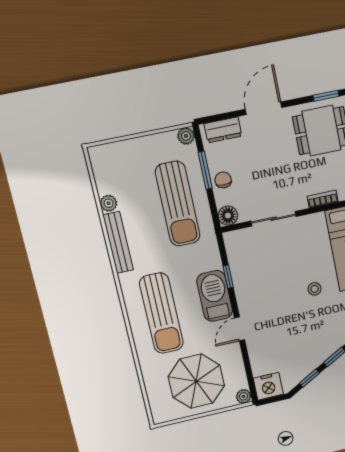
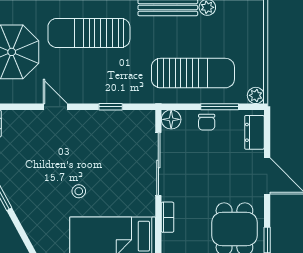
chair: (223, 180) -> (207, 122), turned 90
sun lounger: (178, 204) -> (193, 73), turned 180
sliding door: (274, 219) -> (158, 164), width x1.37
barbecue: (215, 296) -> (94, 89), removed

